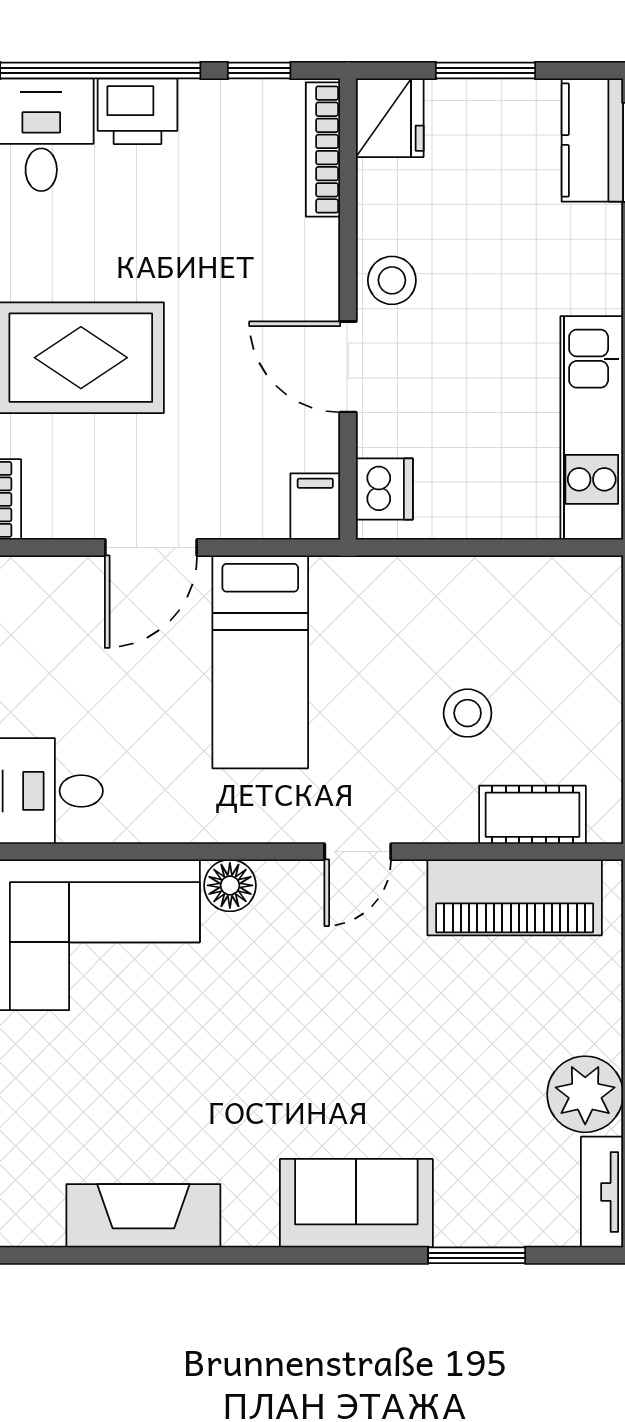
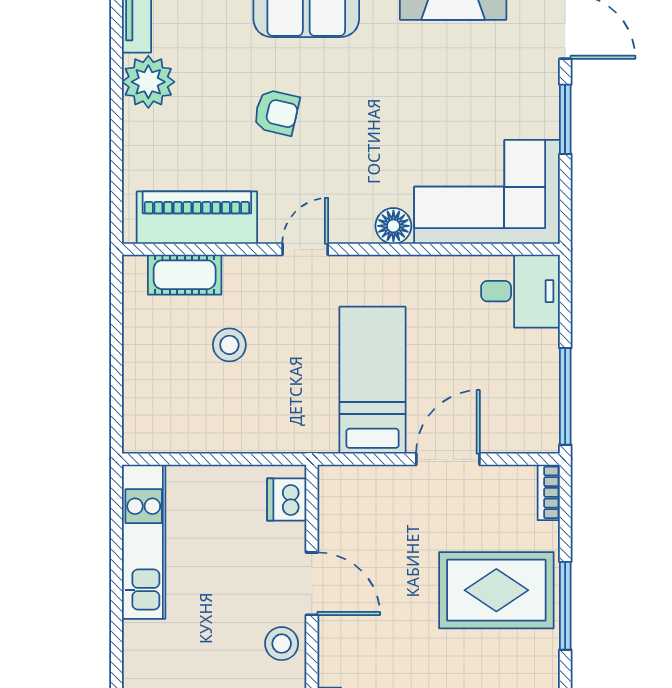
filing cabinet: (315, 506) -> (335, 487), removed
armchair: (399, 1050) -> (276, 112), added

